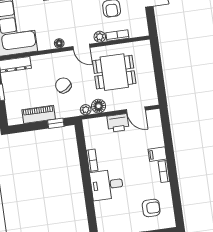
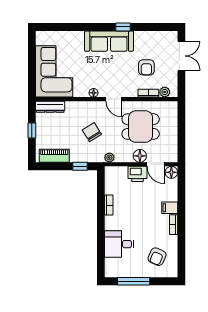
plant: (100, 37) -> (165, 92), moved
floor lamp: (99, 106) -> (140, 156), moved
piano: (39, 114) -> (54, 156), moved
floor lamp: (154, 116) -> (171, 172), added
desk: (107, 185) -> (119, 244), moved
armchair: (151, 208) -> (157, 257), turned 114

